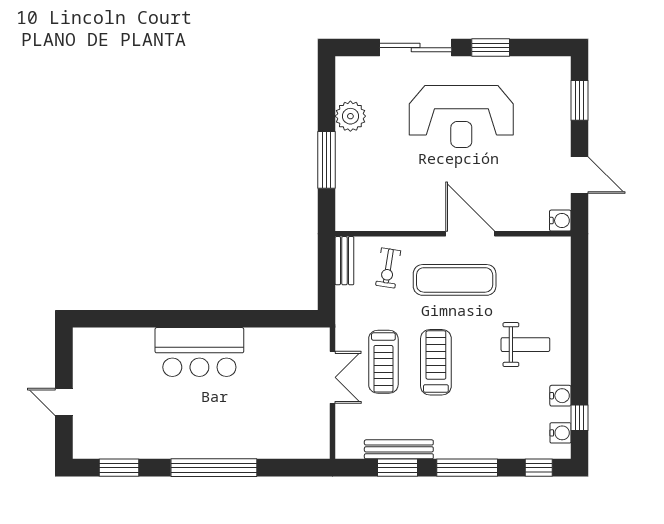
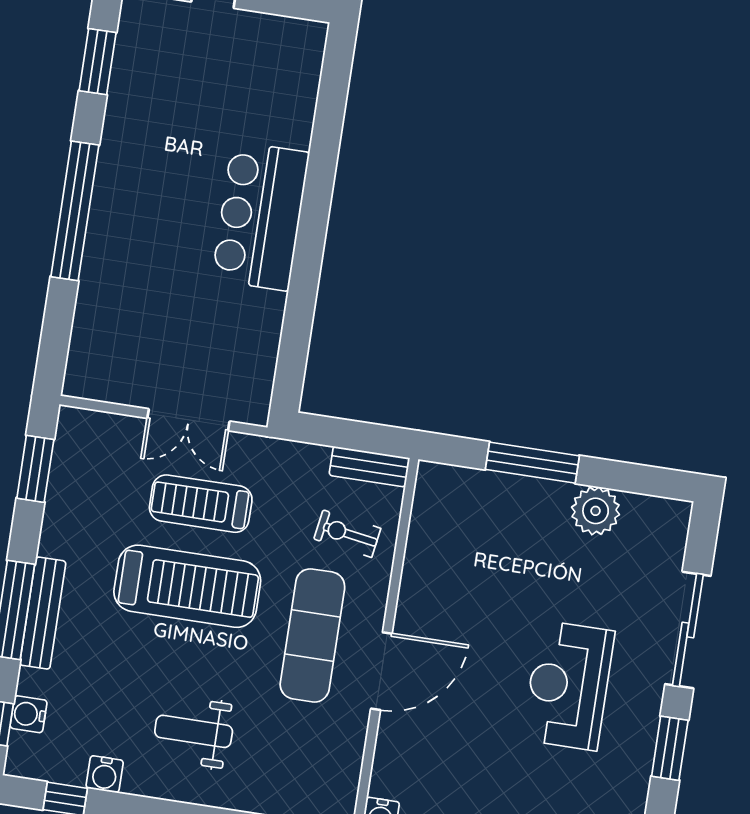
reception desk: (461, 116) -> (568, 685), width x0.74, depth x0.77
weight bench: (525, 345) -> (194, 731), turned 90
treadmill: (436, 362) -> (187, 586), width x1.37, depth x1.38
water cooler: (560, 433) -> (28, 714), moved, turned 90
bench: (399, 449) -> (43, 613), moved
window: (397, 468) -> (35, 469), moved

